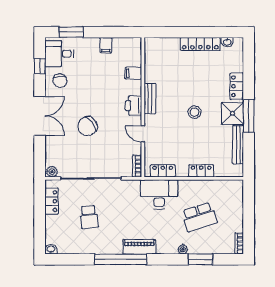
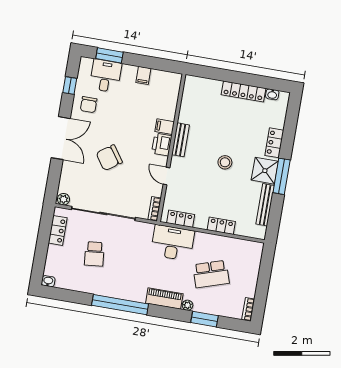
desk: (59, 54) -> (106, 76), moved, turned 90
filing cabinet: (133, 73) -> (165, 127), moved
piano: (139, 247) -> (164, 298), moved

